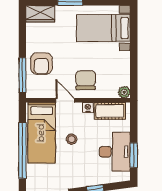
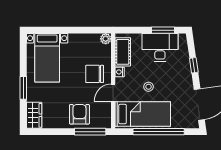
armchair: (41, 63) -> (79, 114), turned -90

